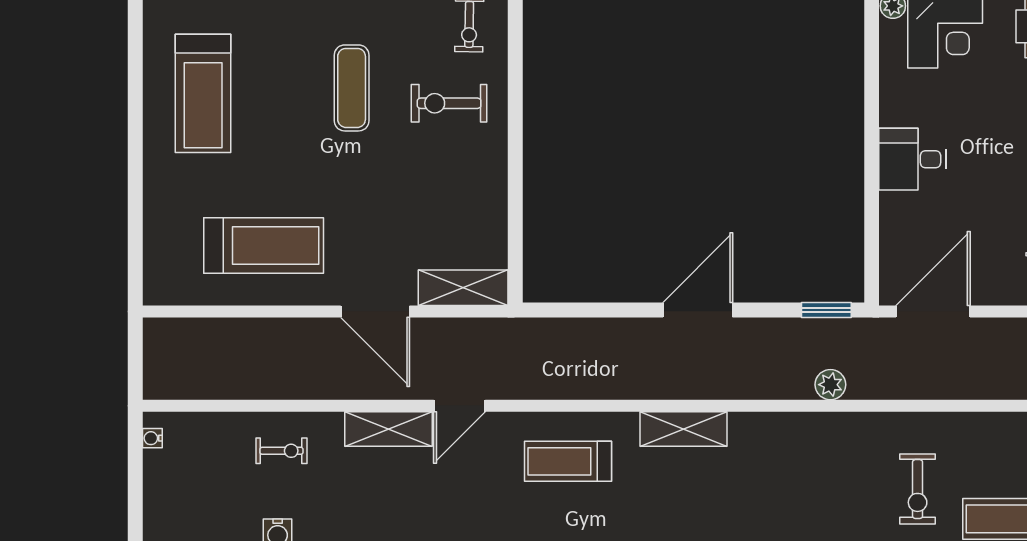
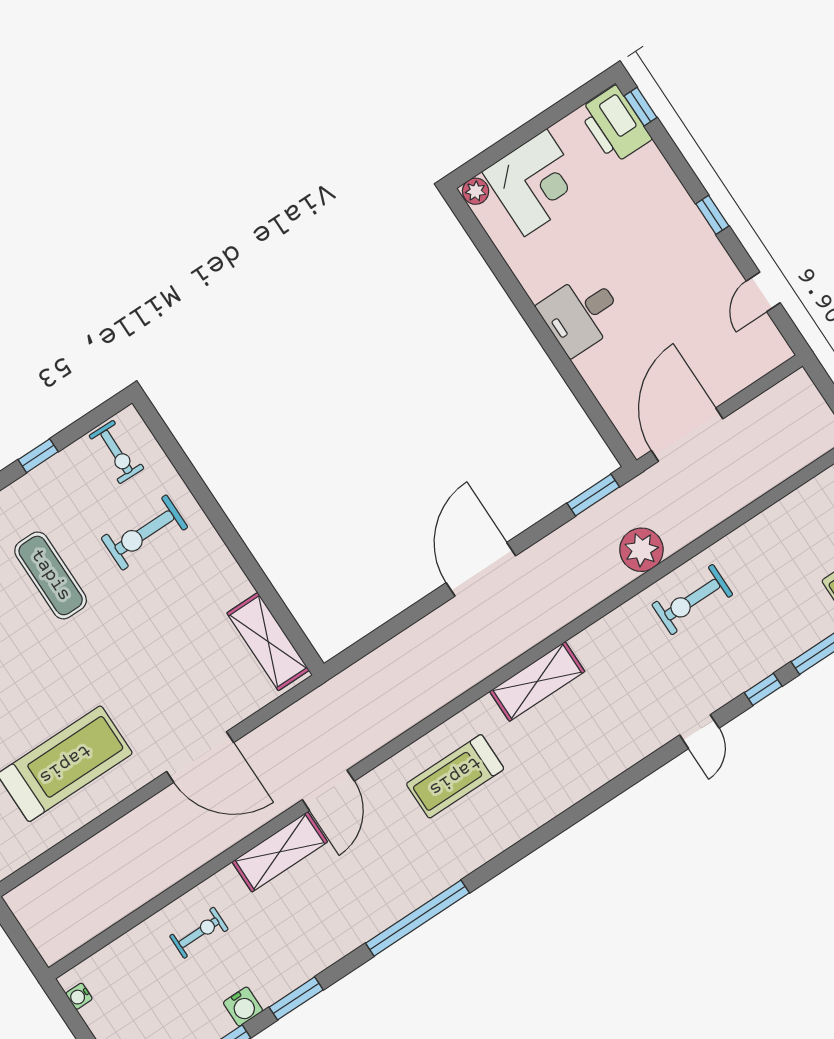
shelving: (463, 288) -> (268, 642), moved, turned 90
plant: (830, 385) -> (641, 550), width x1.36, depth x1.36
exercise bike: (918, 489) -> (692, 600), moved, turned 90

